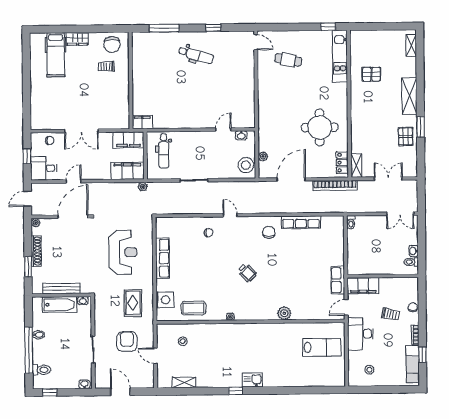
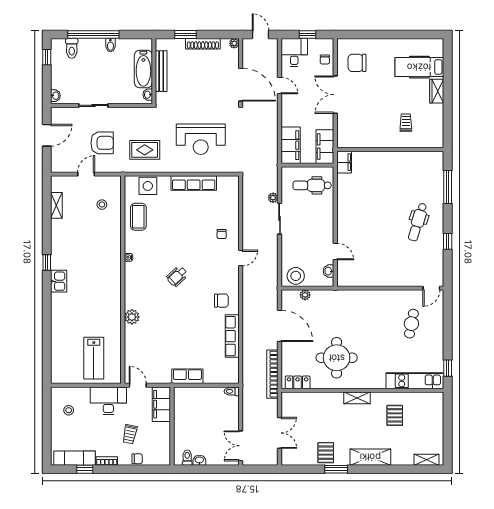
chair: (112, 45) -> (357, 63), moved
pallet: (406, 136) -> (326, 453), turned 90
shelving: (356, 165) -> (357, 398), moved
plant: (143, 187) -> (273, 198), moved
row of seats: (338, 280) -> (187, 376), moved

